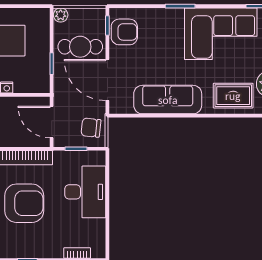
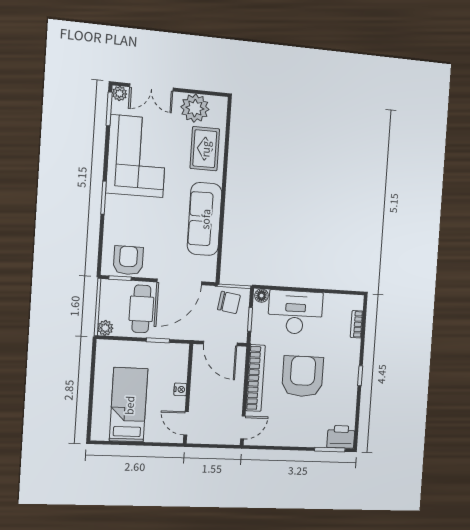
door: (52, 122) -> (220, 343), hinge flipped
chair: (91, 128) -> (229, 302), turned -87
floor lamp: (99, 158) -> (261, 296), added

